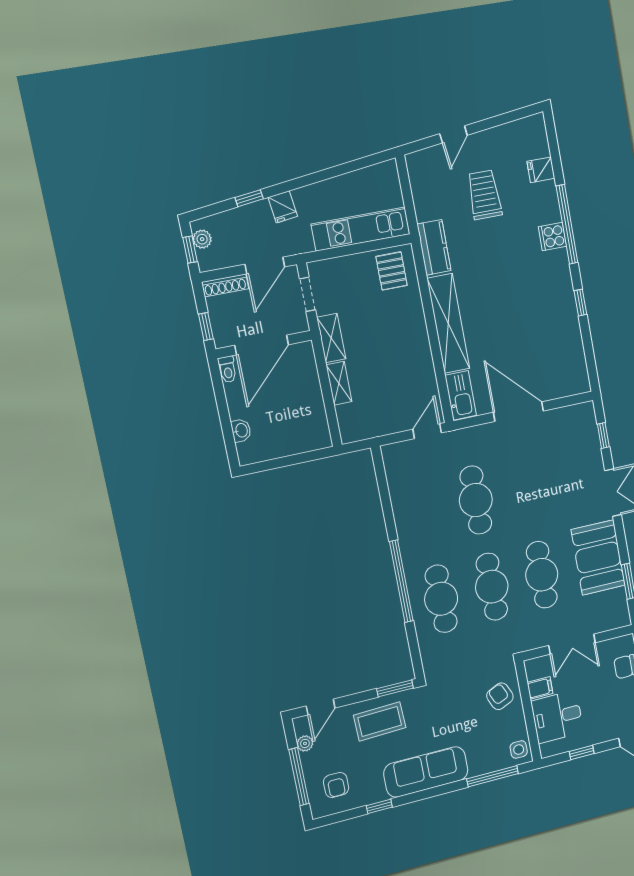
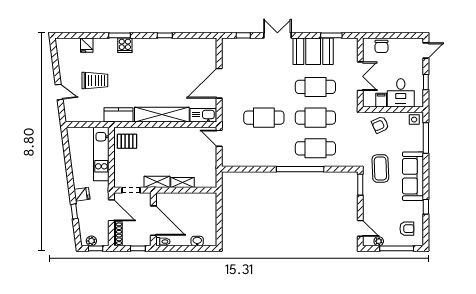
trolley: (484, 195) -> (95, 81), turned 180
window: (567, 224) -> (120, 35), width x0.47
coffee table: (380, 721) -> (380, 168), moved

